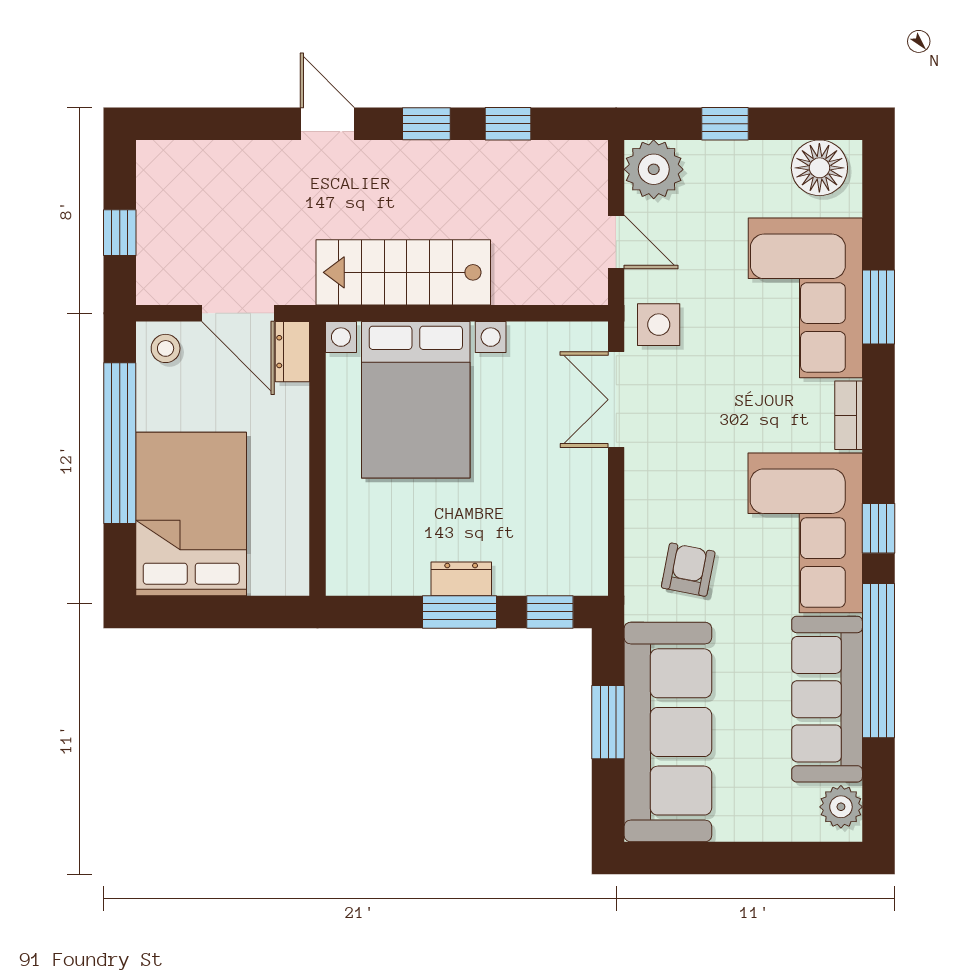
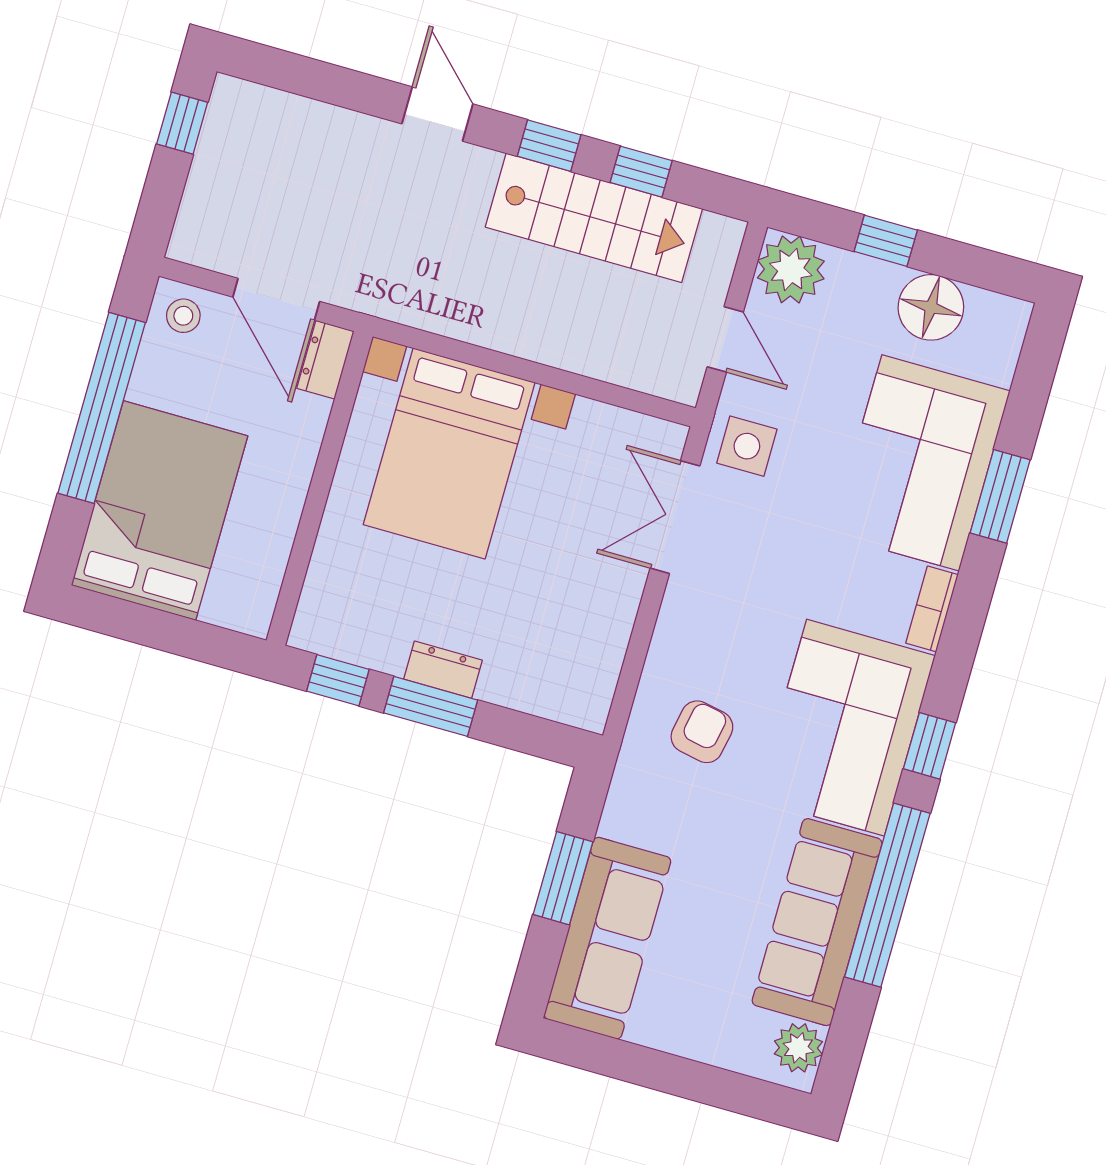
floor lamp: (819, 168) -> (931, 307), moved
window: (120, 233) -> (182, 123), moved
stairs: (403, 272) -> (594, 218), moved, turned 180
window: (550, 612) -> (338, 680), moved
sofa: (668, 732) -> (607, 938), width x0.74, depth x0.79

